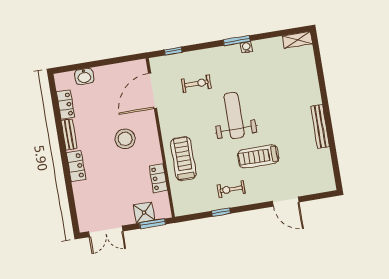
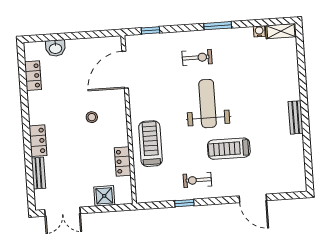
water cooler: (246, 47) -> (259, 31), moved
exercise bike: (196, 84) -> (197, 58), moved
bench: (320, 126) -> (296, 117), width x0.73
bench: (69, 135) -> (38, 173), moved
stool: (125, 139) -> (92, 117), width x0.53, depth x0.53
window: (152, 224) -> (112, 208), removed

